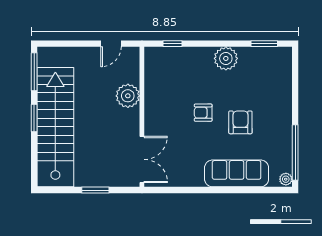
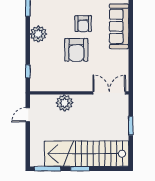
door: (111, 44) -> (28, 115), swing flipped
armchair: (203, 113) -> (76, 50), width x1.88, depth x1.88
armchair: (240, 122) -> (83, 24), turned -90

